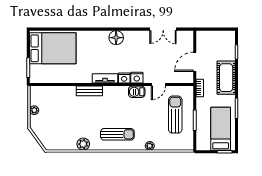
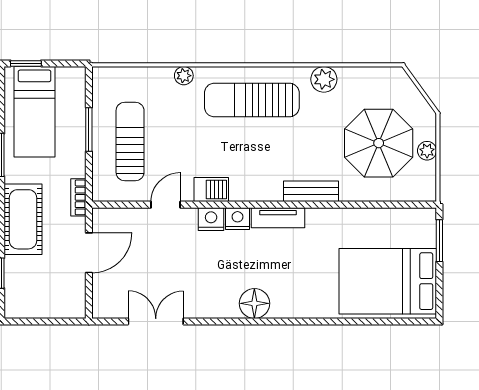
parasol: (57, 114) -> (379, 143), added
sun lounger: (175, 115) -> (130, 141), turned 180
sun lounger: (117, 134) -> (252, 100), width x1.36, depth x1.34

